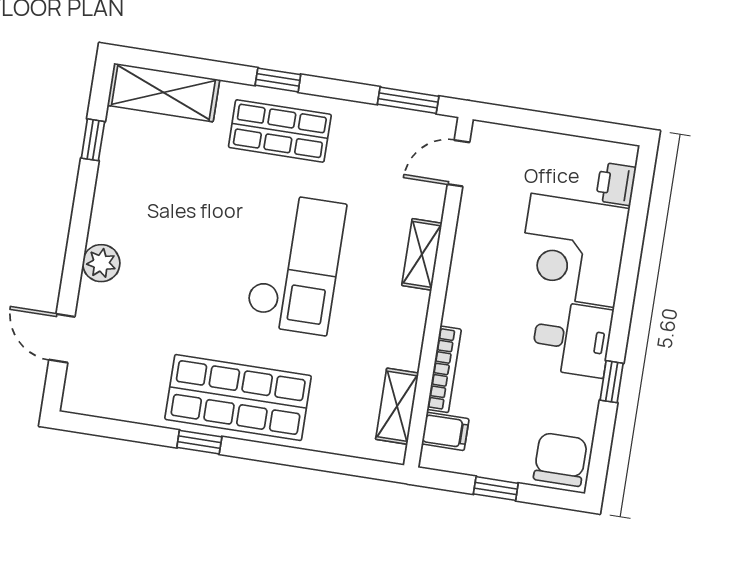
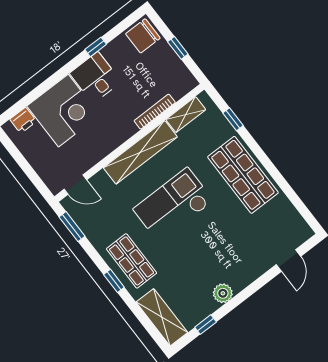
shelving: (422, 254) -> (140, 152), width x2.20, depth x1.33
plant: (101, 263) -> (223, 293), moved
filing cabinet: (445, 431) -> (177, 88), removed
window: (199, 442) -> (233, 119), moved

